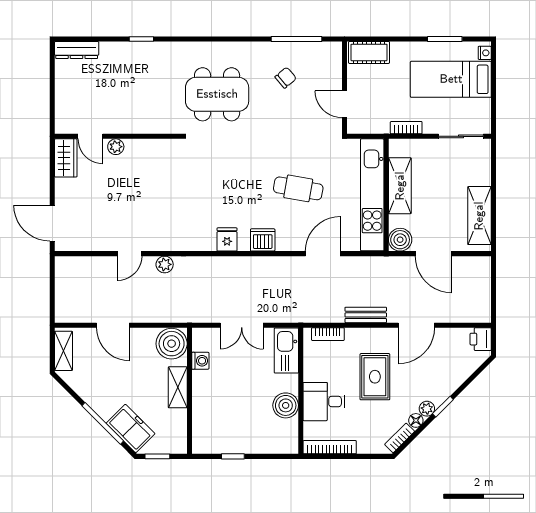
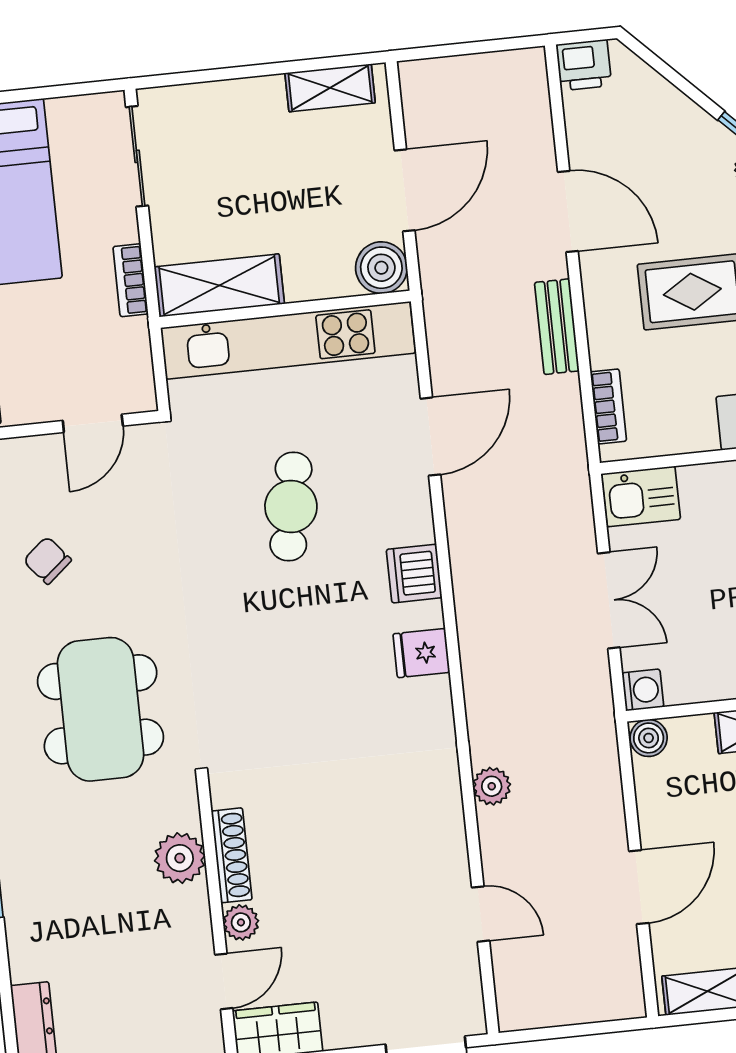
plant: (147, 123) -> (180, 858), added
shoe rack: (146, 146) -> (232, 855), added
shelving: (400, 186) -> (219, 285), moved
shelving: (479, 216) -> (330, 88), width x0.67, depth x0.75
door: (129, 254) -> (481, 914), moved
door: (323, 254) -> (430, 437), swing flipped
boiler: (172, 344) -> (649, 738), width x0.54, depth x0.54
kitchen sink: (286, 351) -> (641, 496), width x0.73
washing machine: (200, 361) -> (643, 690), moved, turned 90

